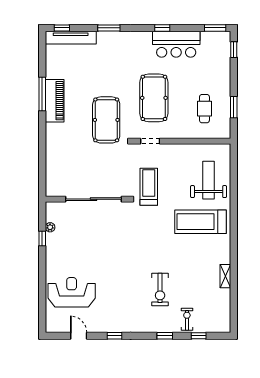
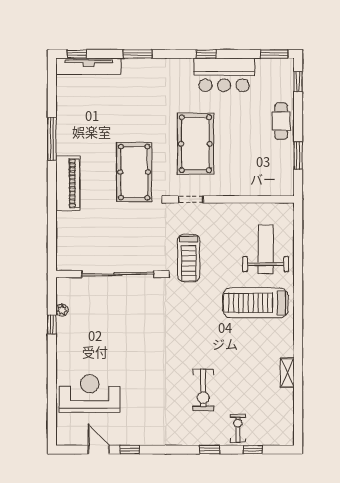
piano: (55, 101) -> (68, 183), moved
cafe table: (204, 109) -> (281, 121), moved
treadmill: (149, 187) -> (189, 258), turned 180
window: (114, 336) -> (130, 450), moved

